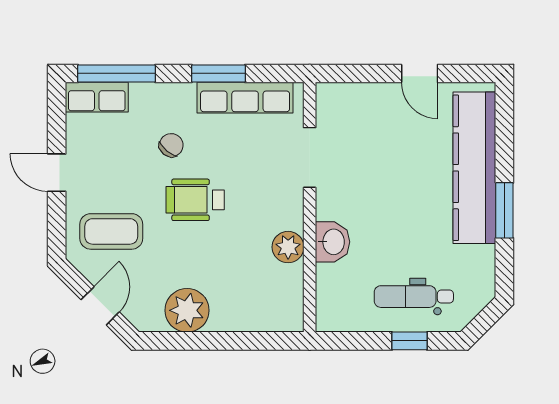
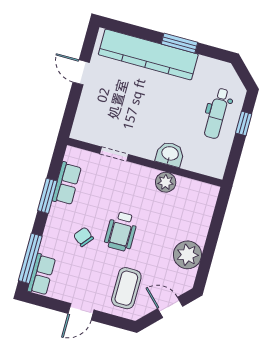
door: (420, 73) -> (81, 72), swing flipped
row of seats: (245, 98) -> (67, 184), width x0.68
doorway: (310, 157) -> (114, 154), width x0.73

